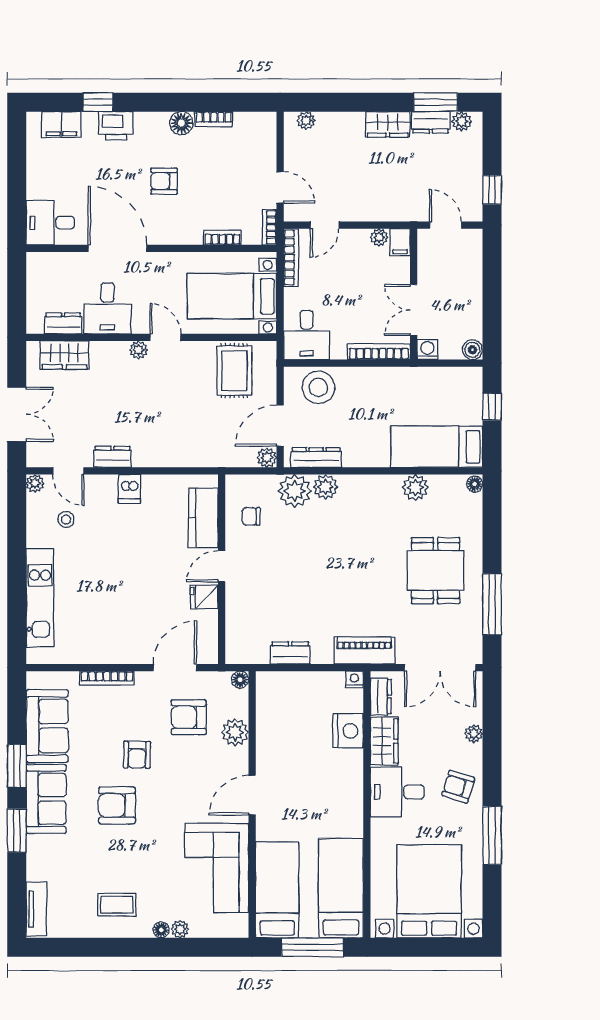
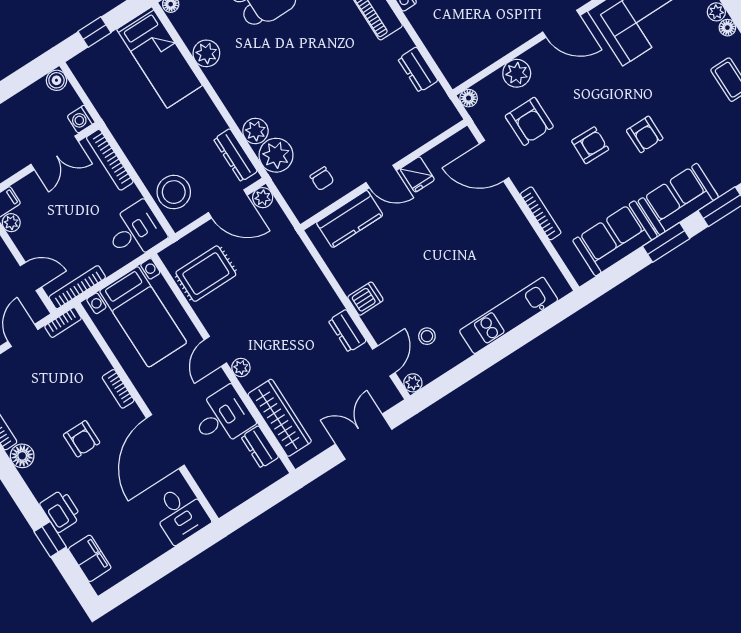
bookcase: (222, 237) -> (118, 389), moved
wardrobe: (64, 355) -> (280, 418), width x1.50
armchair: (117, 805) -> (645, 134), width x0.72, depth x0.72

